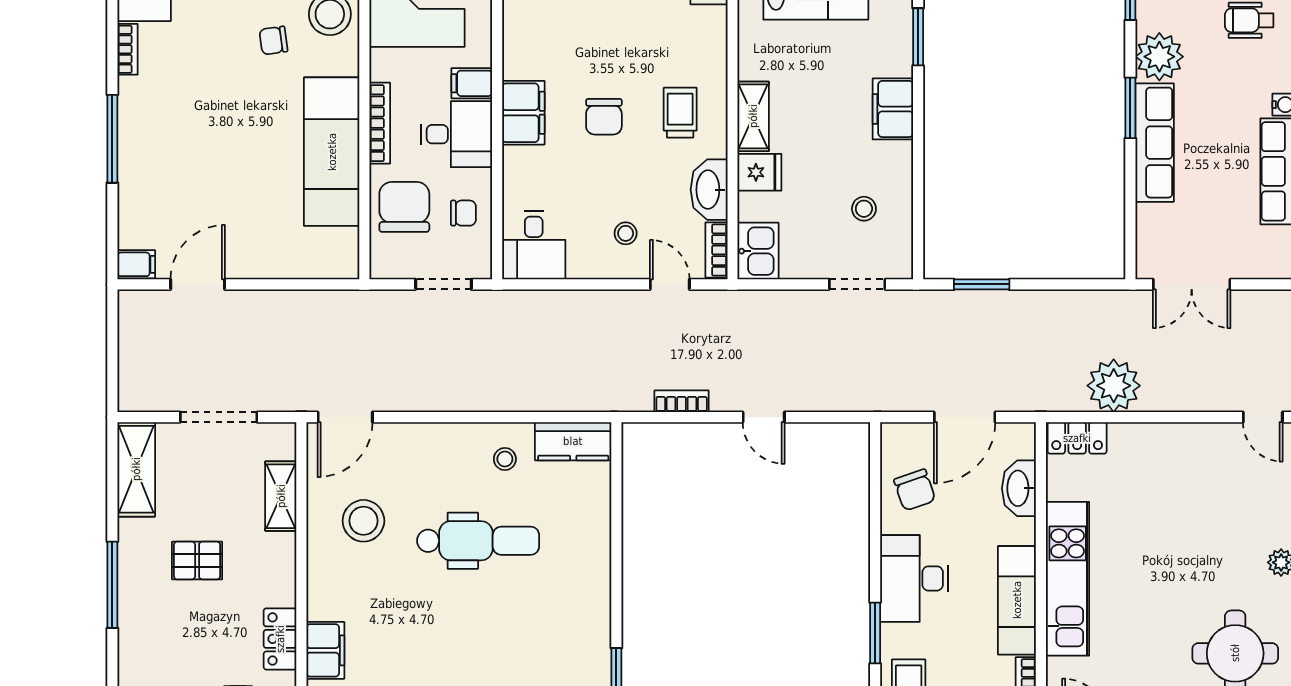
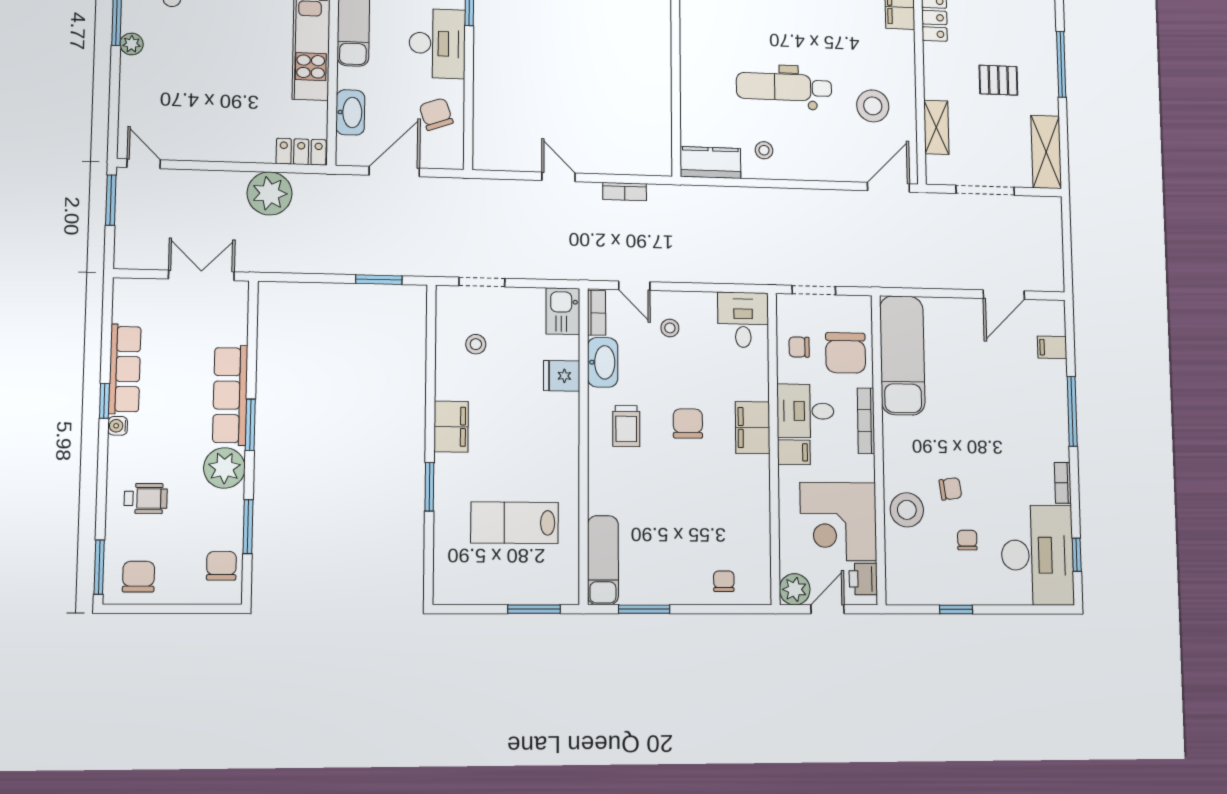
shelving: (753, 116) -> (567, 422), removed
exam couch: (332, 152) -> (902, 355), moved
filing cabinet: (136, 264) -> (1052, 347), moved

